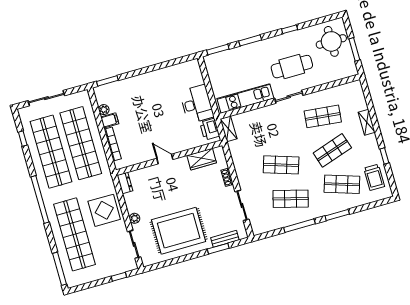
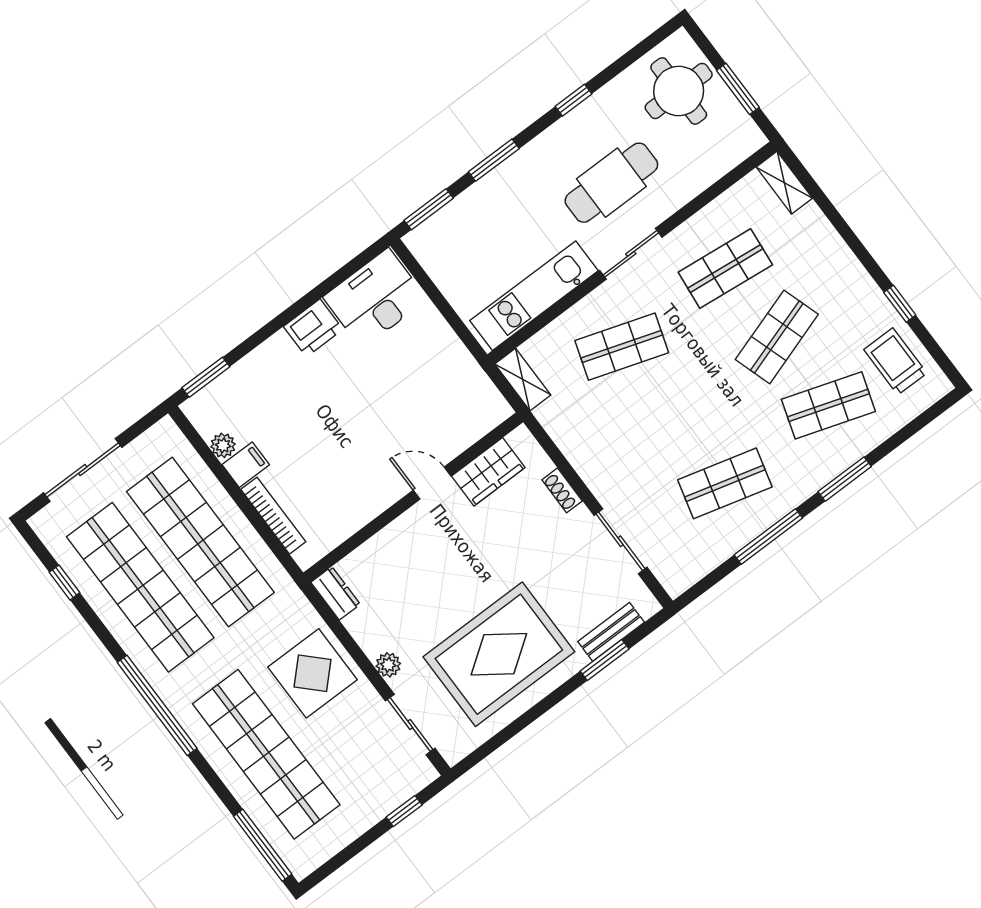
desk: (197, 104) -> (375, 298), moved, turned -90
shelving: (367, 122) -> (784, 183), moved
printer: (210, 129) -> (313, 328), moved, turned -90
door: (165, 159) -> (432, 483), moved
shop shelf: (281, 165) -> (622, 347), moved
trolley: (374, 177) -> (895, 361), turned 180

